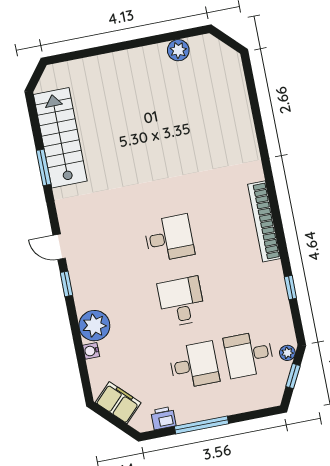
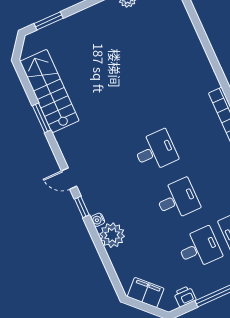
window: (79, 55) -> (49, 21), added
desk: (182, 302) -> (177, 200), turned 90
water cooler: (91, 351) -> (98, 220), moved

